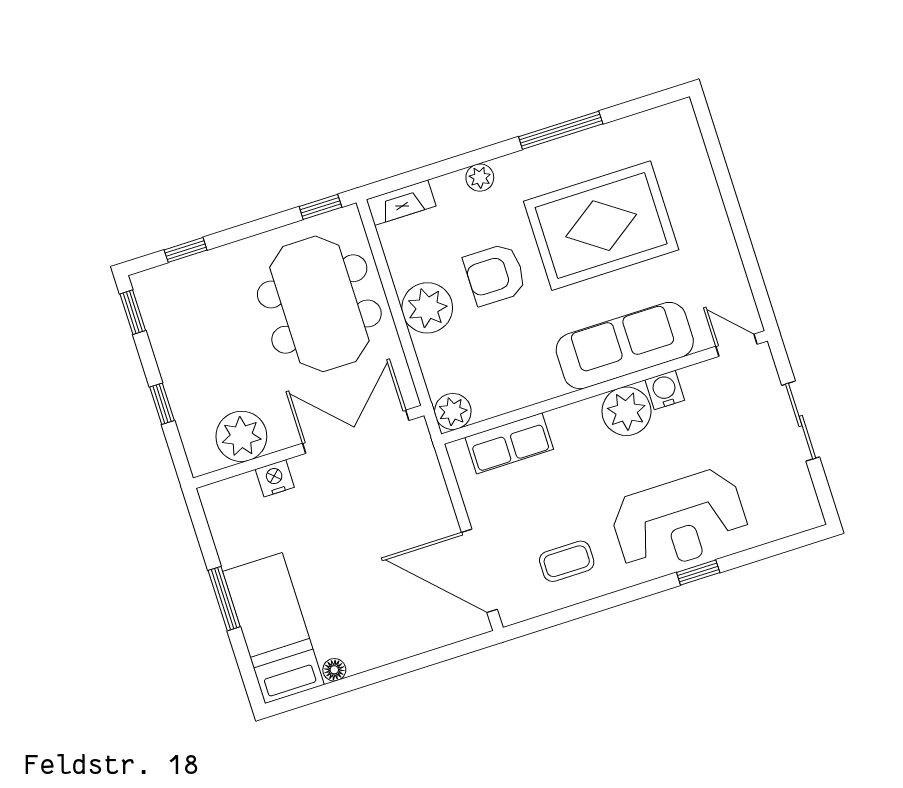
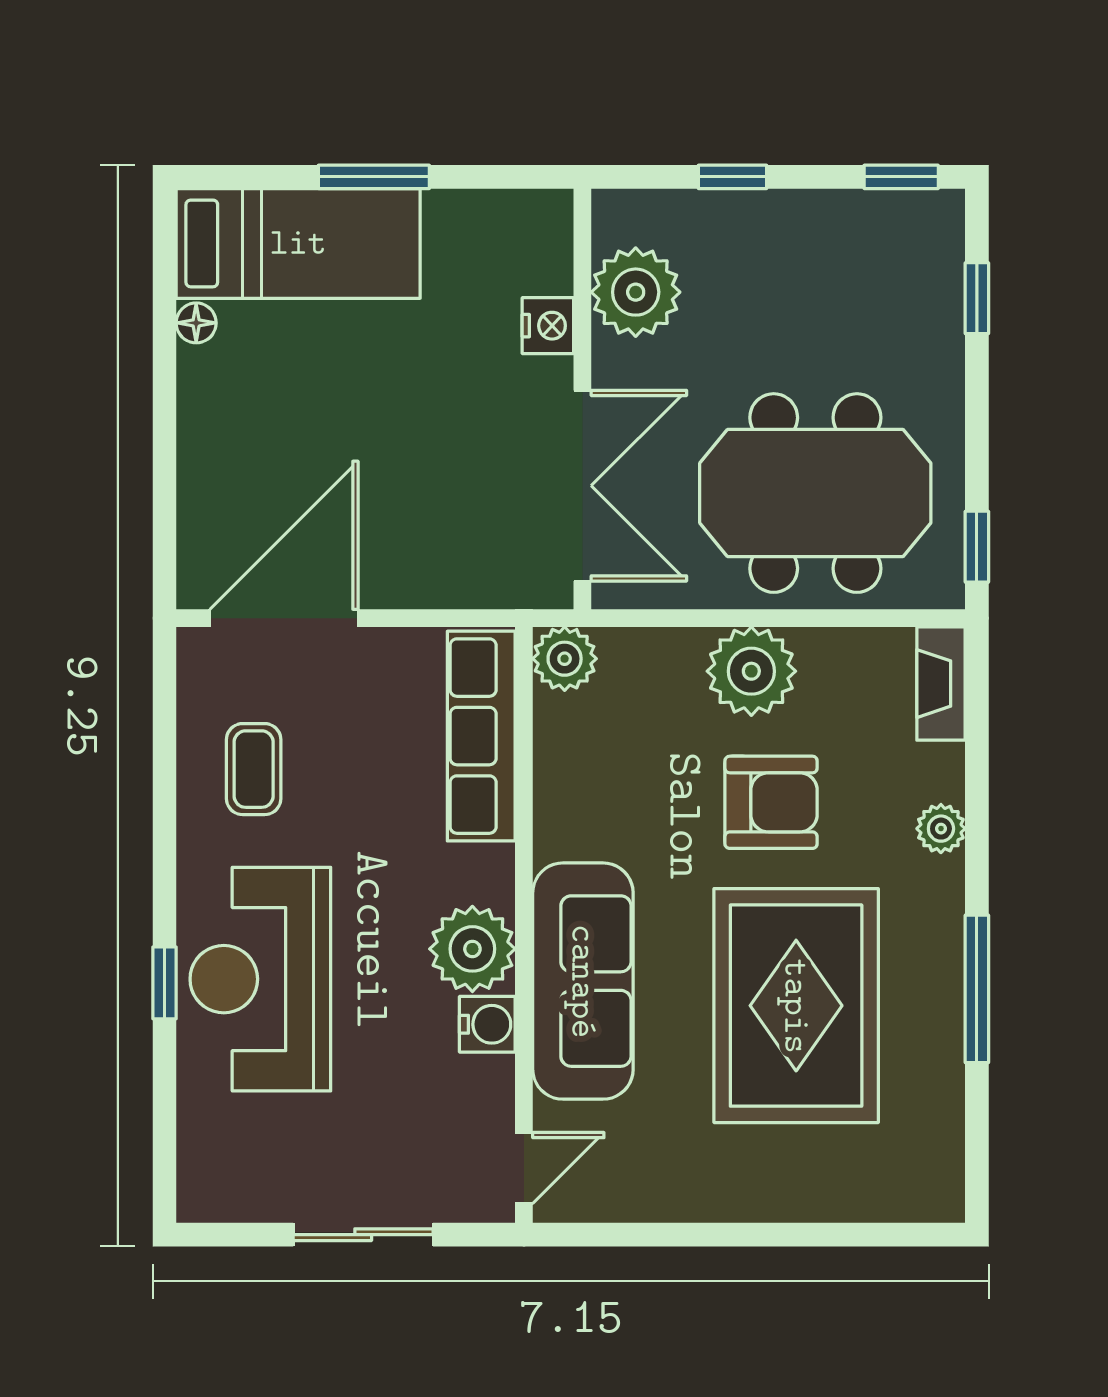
armchair: (495, 274) -> (771, 802), turned 90
row of seats: (509, 443) -> (481, 736), width x1.48

